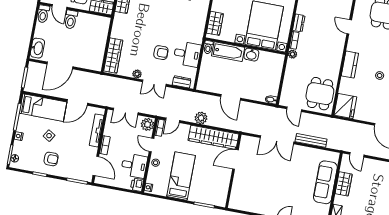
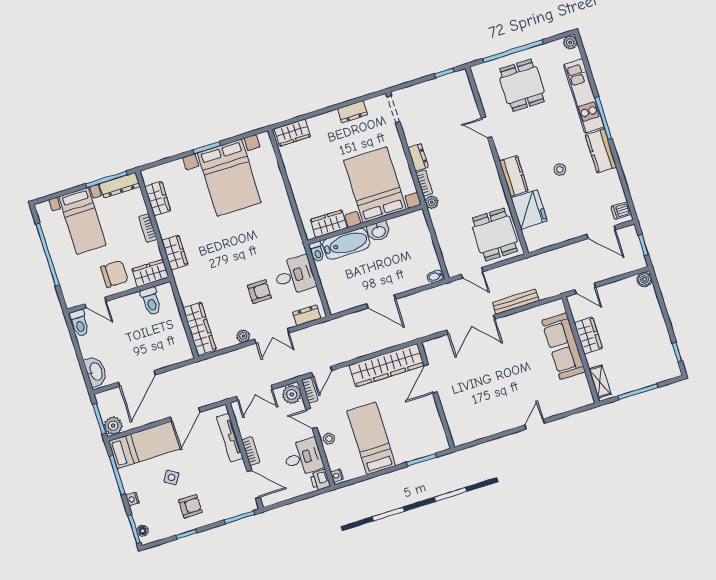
toilet: (71, 20) -> (151, 301), moved
wardrobe: (215, 23) -> (329, 224), moved, turned -90
fridge: (345, 106) -> (529, 209), moved
plant: (201, 118) -> (113, 426), moved

